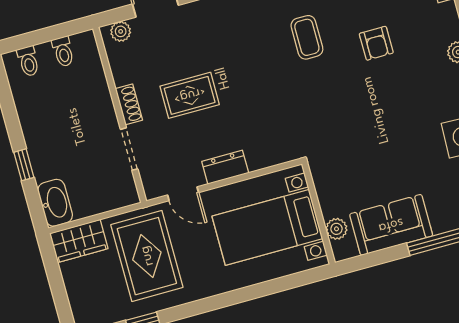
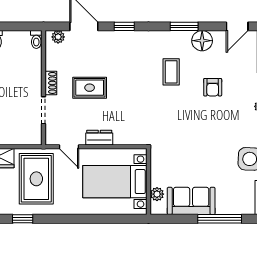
toilet: (63, 52) -> (36, 39), moved

